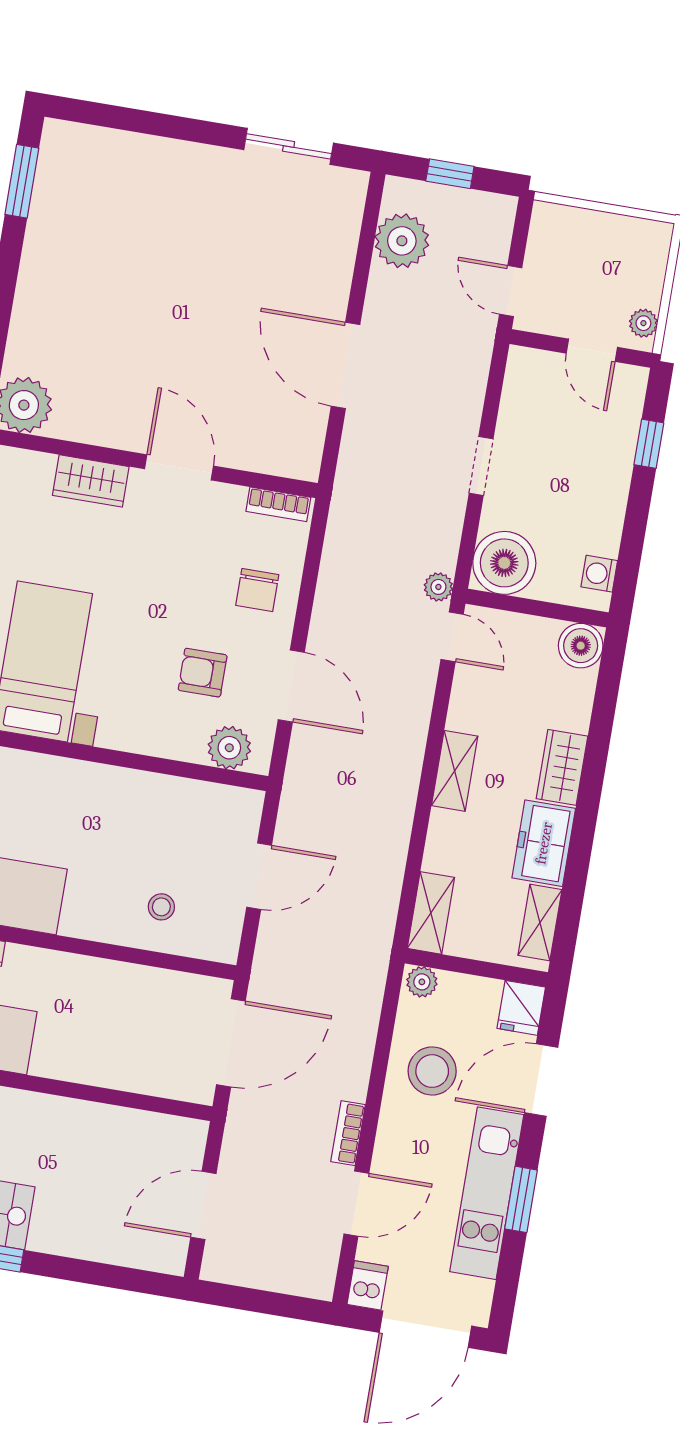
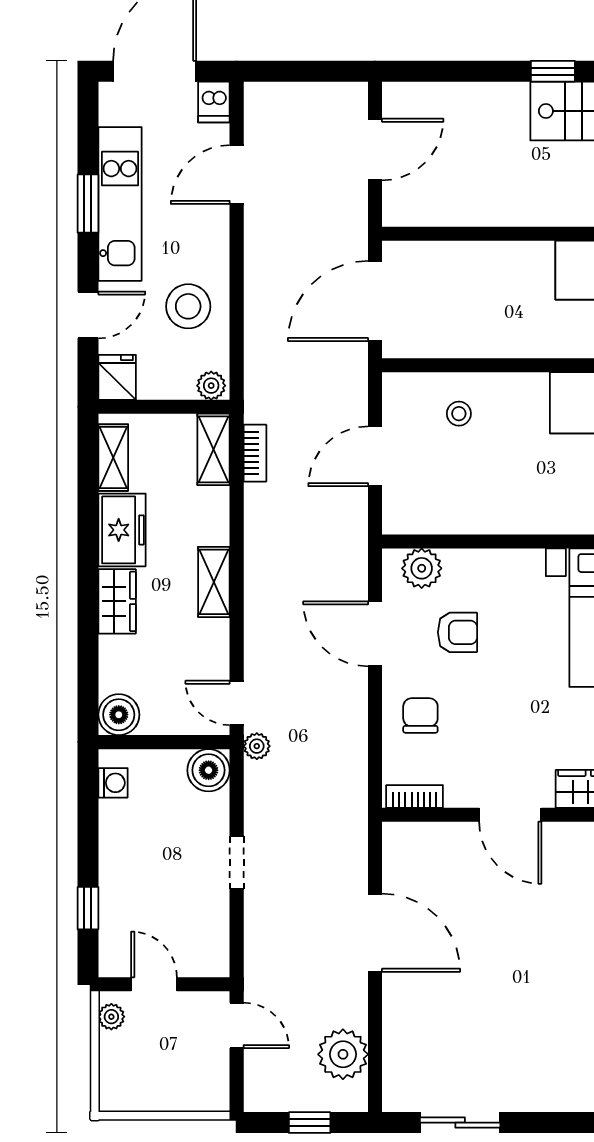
boiler: (504, 563) -> (209, 770), width x0.73, depth x0.73
door: (541, 1080) -> (88, 315), width x0.73
bookcase: (348, 1133) -> (255, 453), moved

